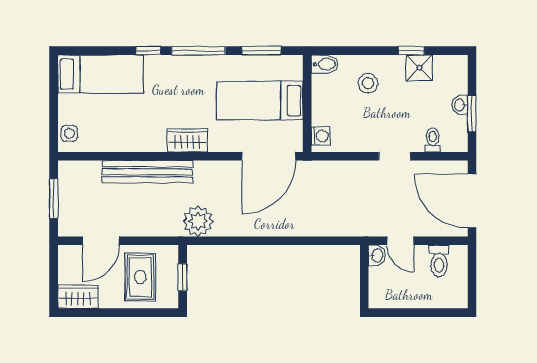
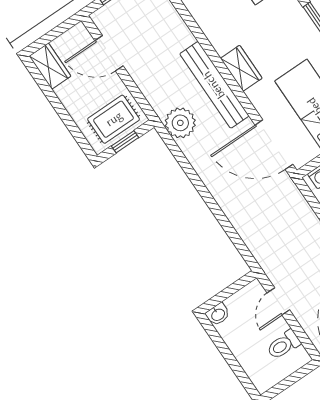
bench: (147, 172) -> (214, 85), moved
washbasin: (377, 255) -> (218, 314), moved
rug: (140, 277) -> (114, 119), moved

